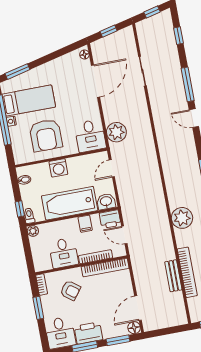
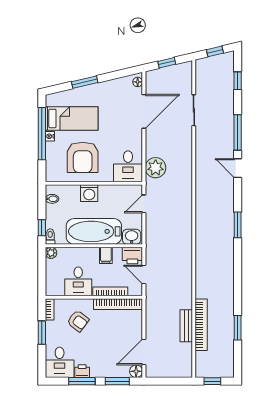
window: (17, 72) -> (85, 82), moved
plant: (182, 218) -> (206, 268), removed
printer: (88, 333) -> (82, 371), width x0.53, depth x0.68

